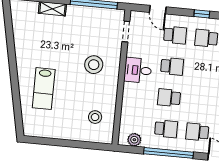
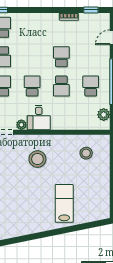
plant: (132, 51) -> (21, 125), added
lab bench: (44, 89) -> (64, 203), turned -90
school desk: (197, 132) -> (61, 57), moved, turned 180

